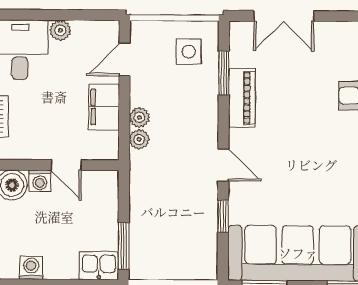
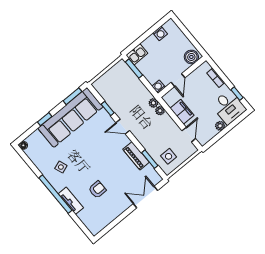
plant: (139, 117) -> (153, 103), moved
door: (66, 165) -> (178, 80), swing flipped
washing machine: (40, 181) -> (159, 87), moved

